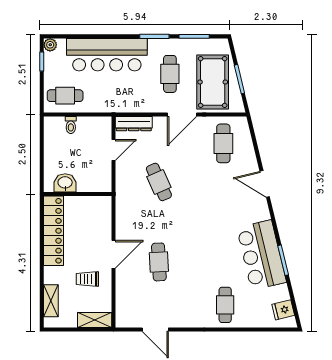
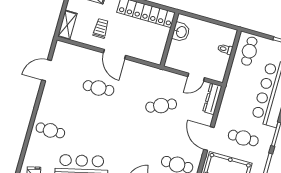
door: (113, 150) -> (196, 77), hinge flipped

